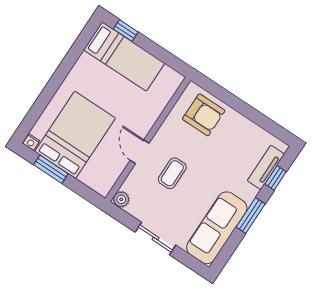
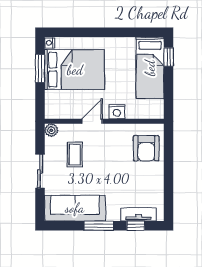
nightstand: (146, 120) -> (117, 112), added
coffee table: (172, 173) -> (75, 155), moved, turned 90

